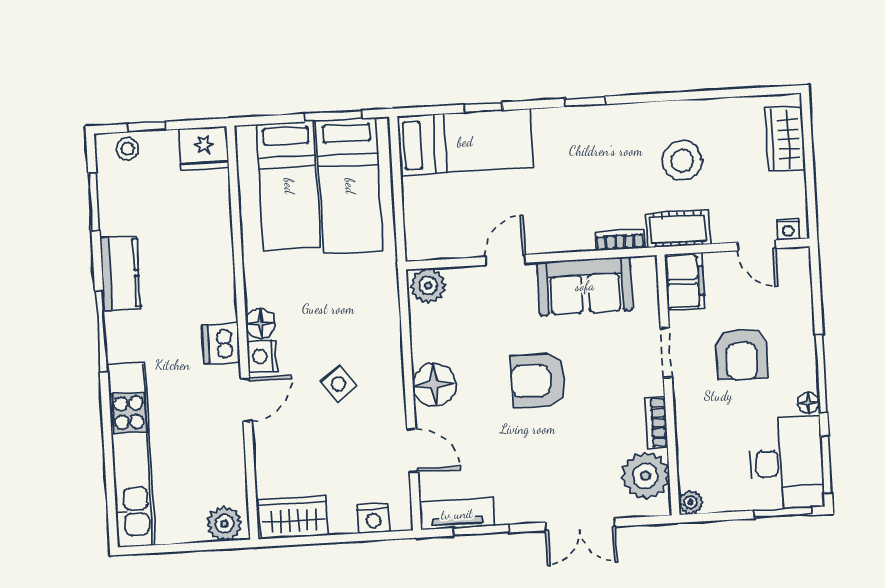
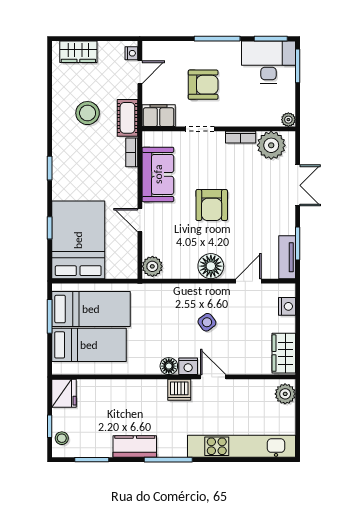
bed: (465, 142) -> (78, 240), width x1.50
floor lamp: (808, 403) -> (234, 47), removed

